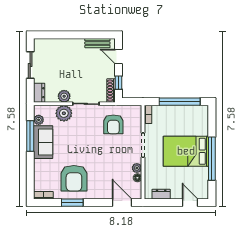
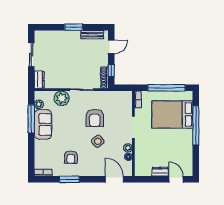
window: (77, 35) -> (74, 27), added
door: (118, 56) -> (111, 47), swing flipped
plant: (64, 96) -> (62, 83), removed
armchair: (113, 124) -> (95, 118), moved
bed: (186, 151) -> (172, 115), moved
window: (212, 159) -> (196, 125), moved
side table: (104, 161) -> (98, 141), added
armchair: (74, 178) -> (71, 157), width x0.53, depth x0.53
dresser: (161, 194) -> (160, 172), moved

